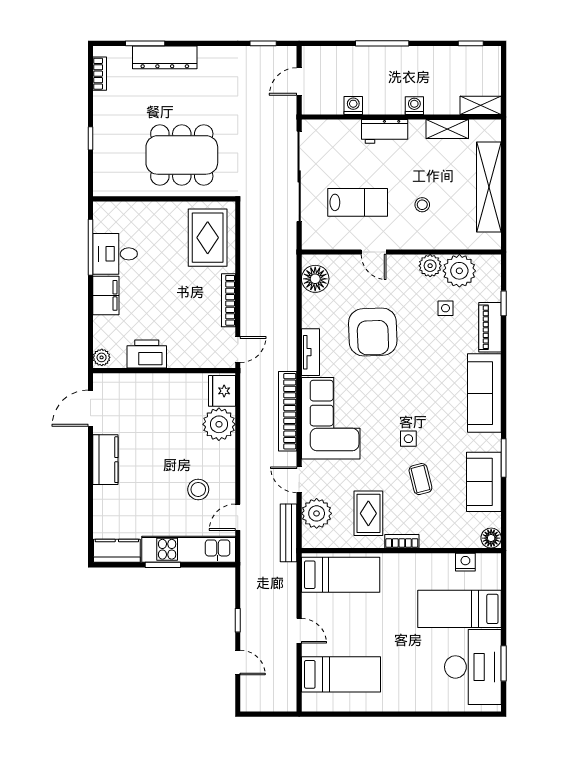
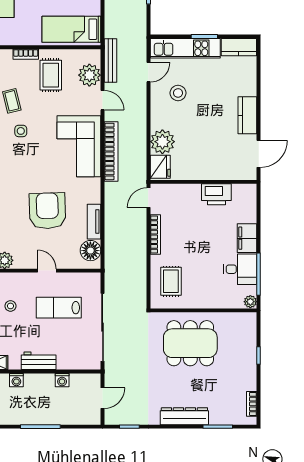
dresser: (165, 57) -> (184, 416), moved
rug: (208, 238) -> (171, 281), width x0.73, depth x0.70
tv unit: (311, 352) -> (94, 222), moved
plant: (102, 357) -> (250, 302), moved

